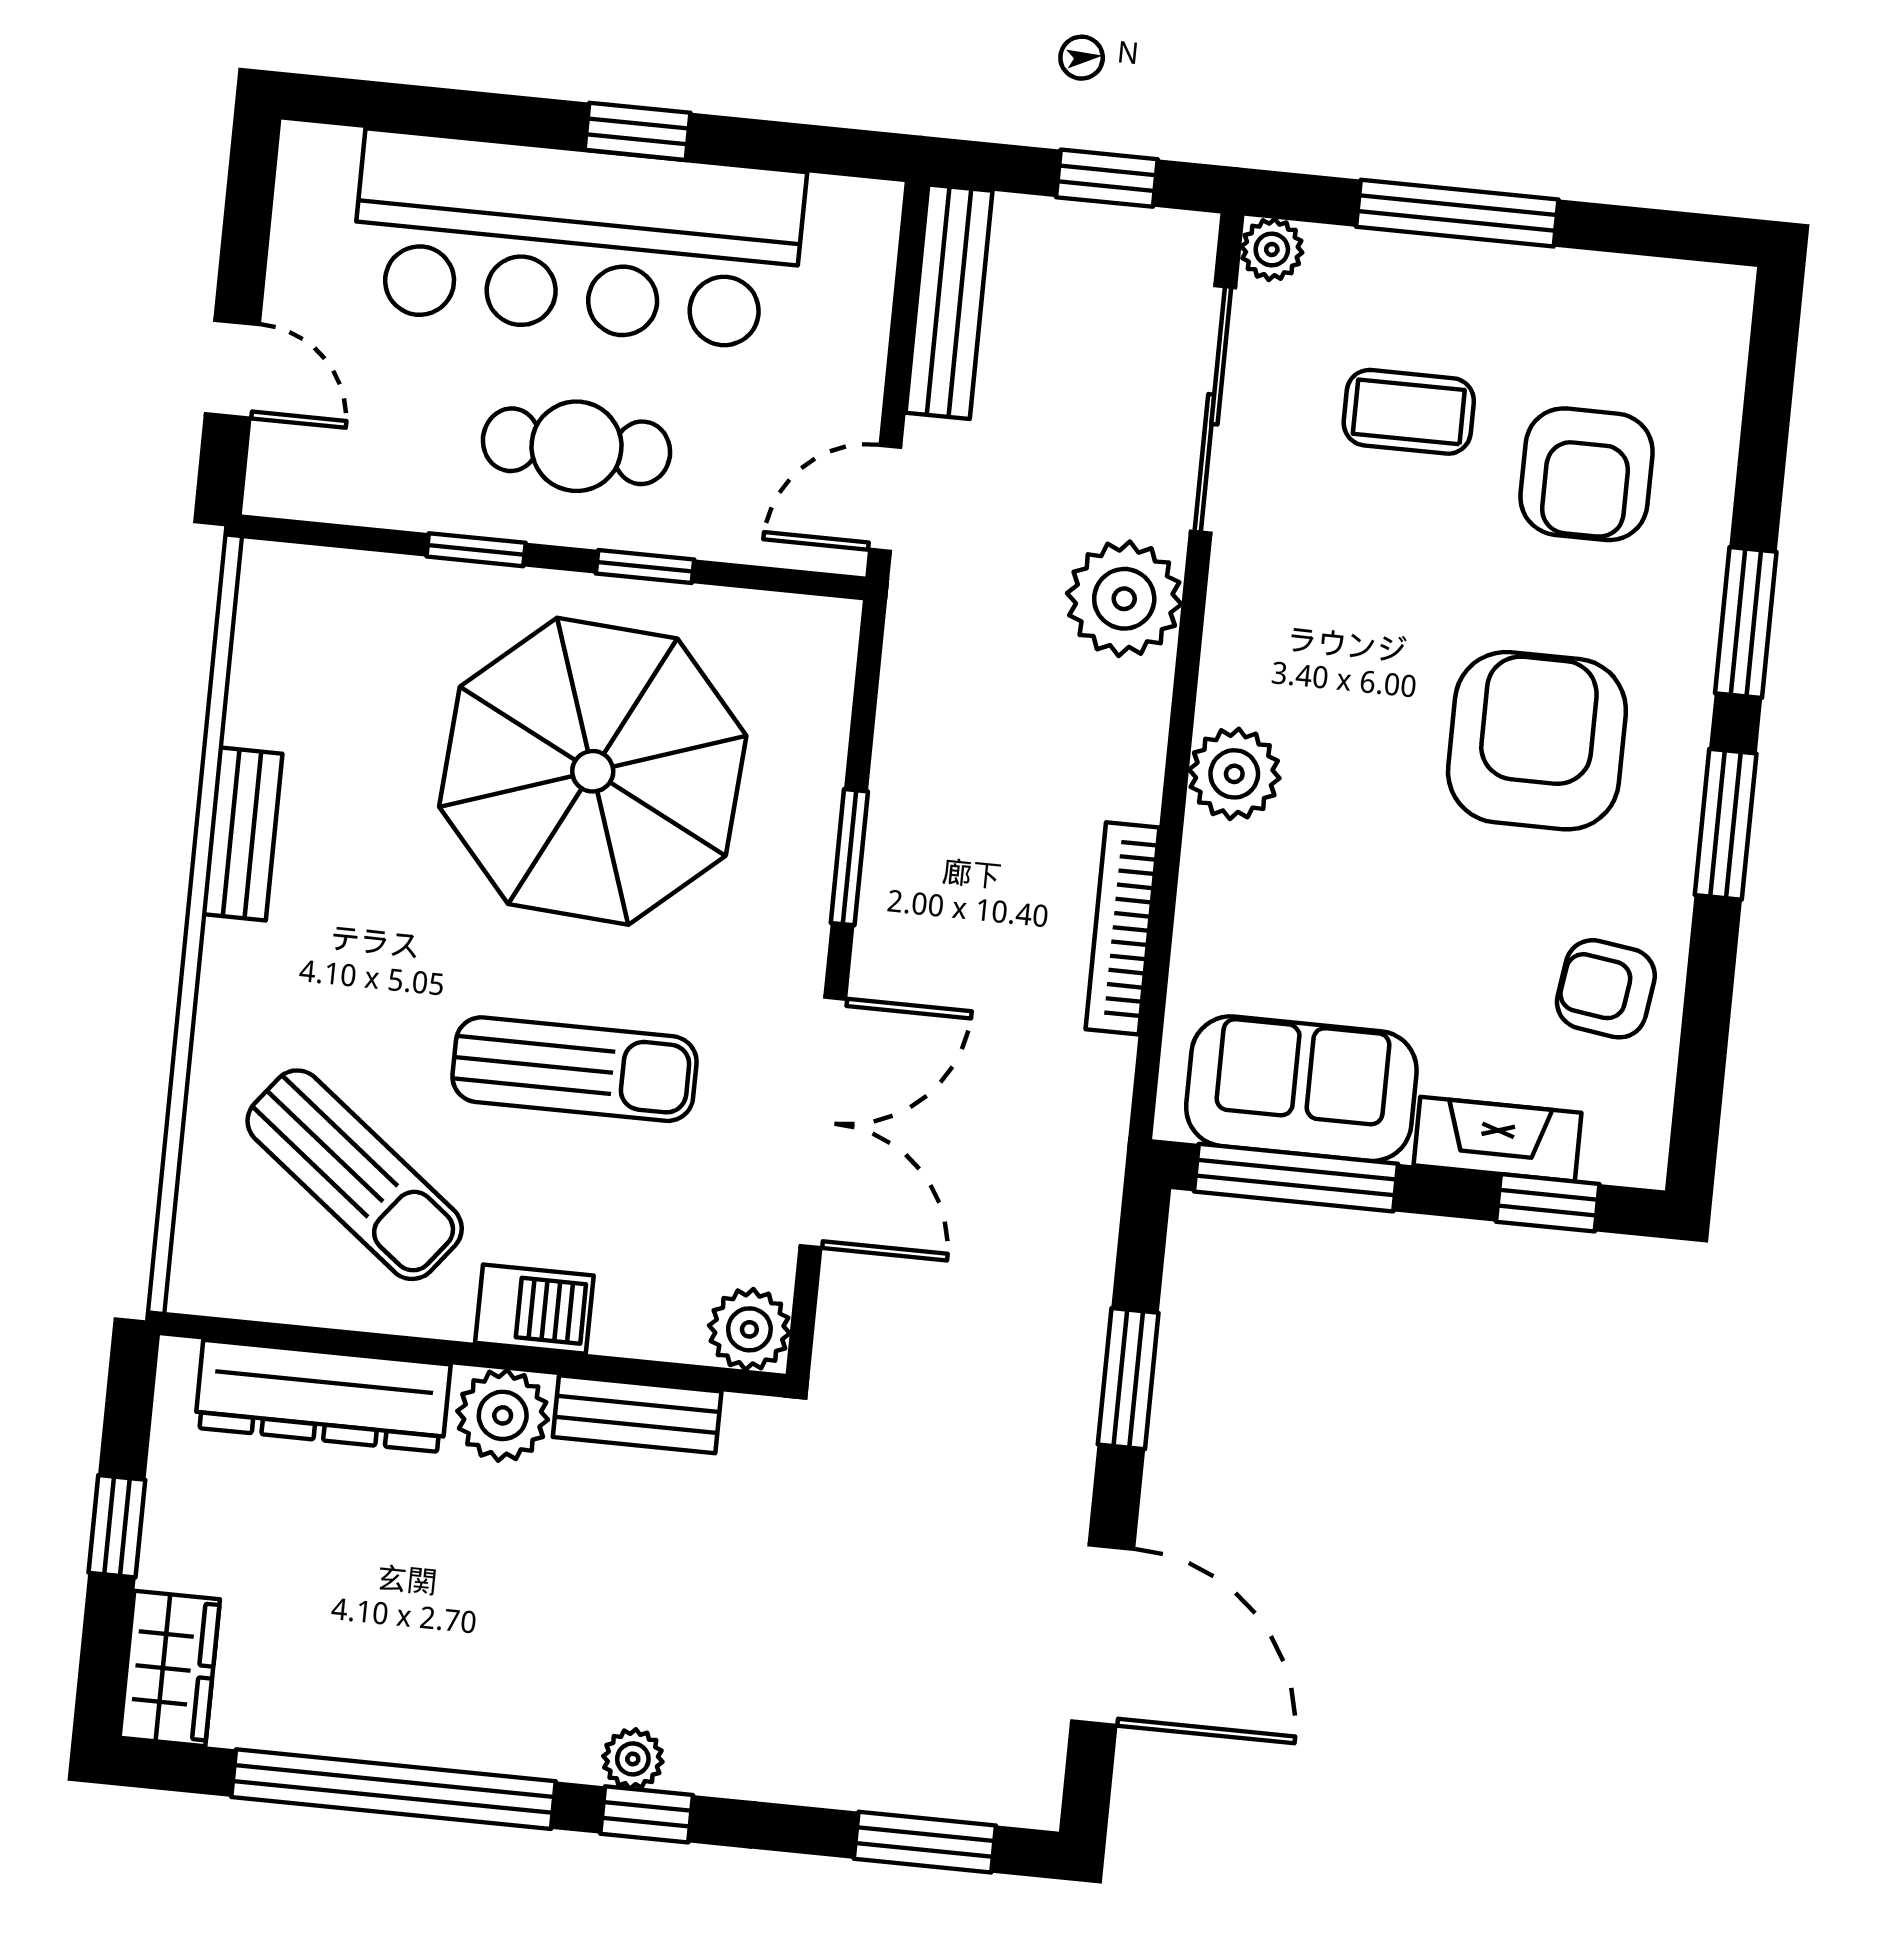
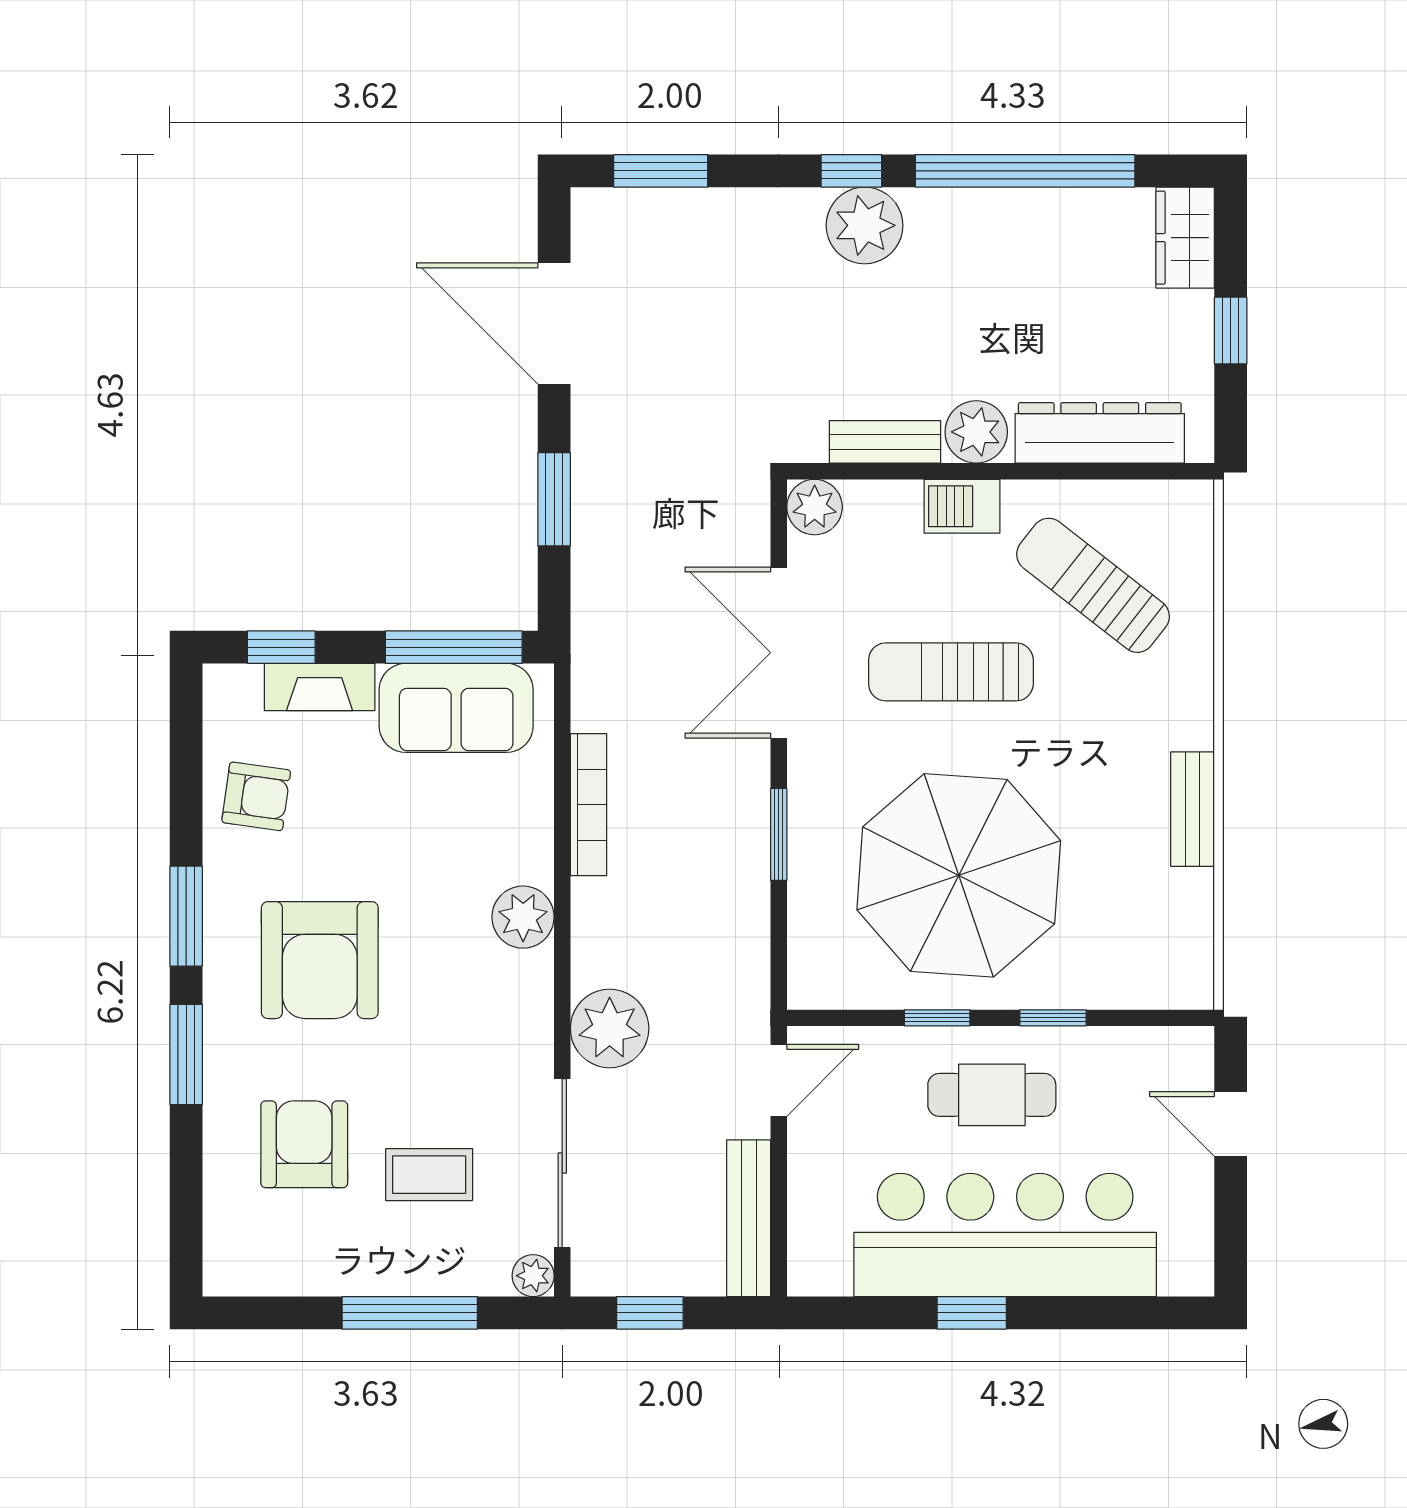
plant: (633, 1759) -> (865, 225), width x1.88, depth x1.88

